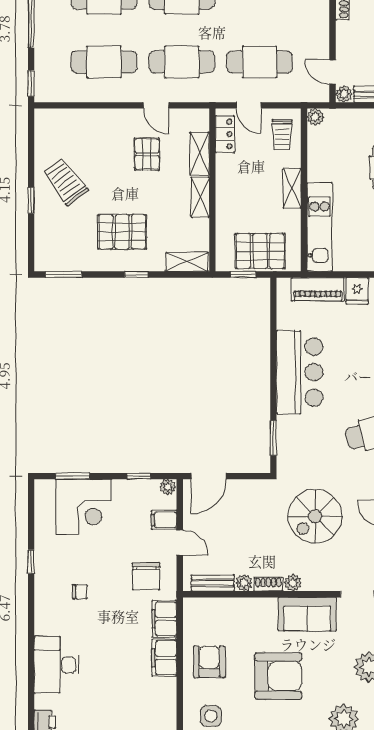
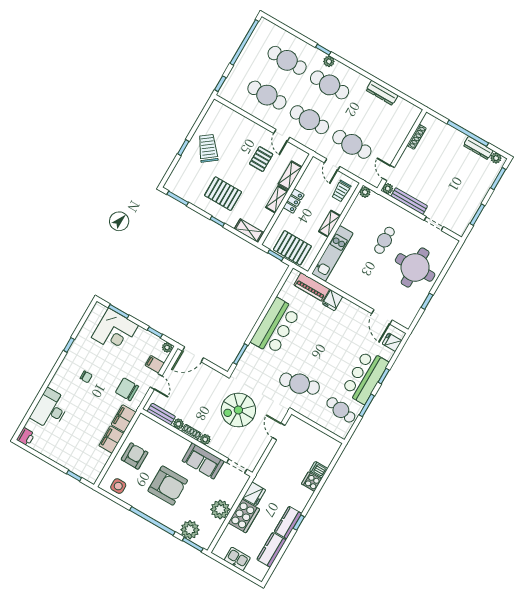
locker: (225, 134) -> (294, 201), moved
chair: (146, 576) -> (127, 389), turned 90

